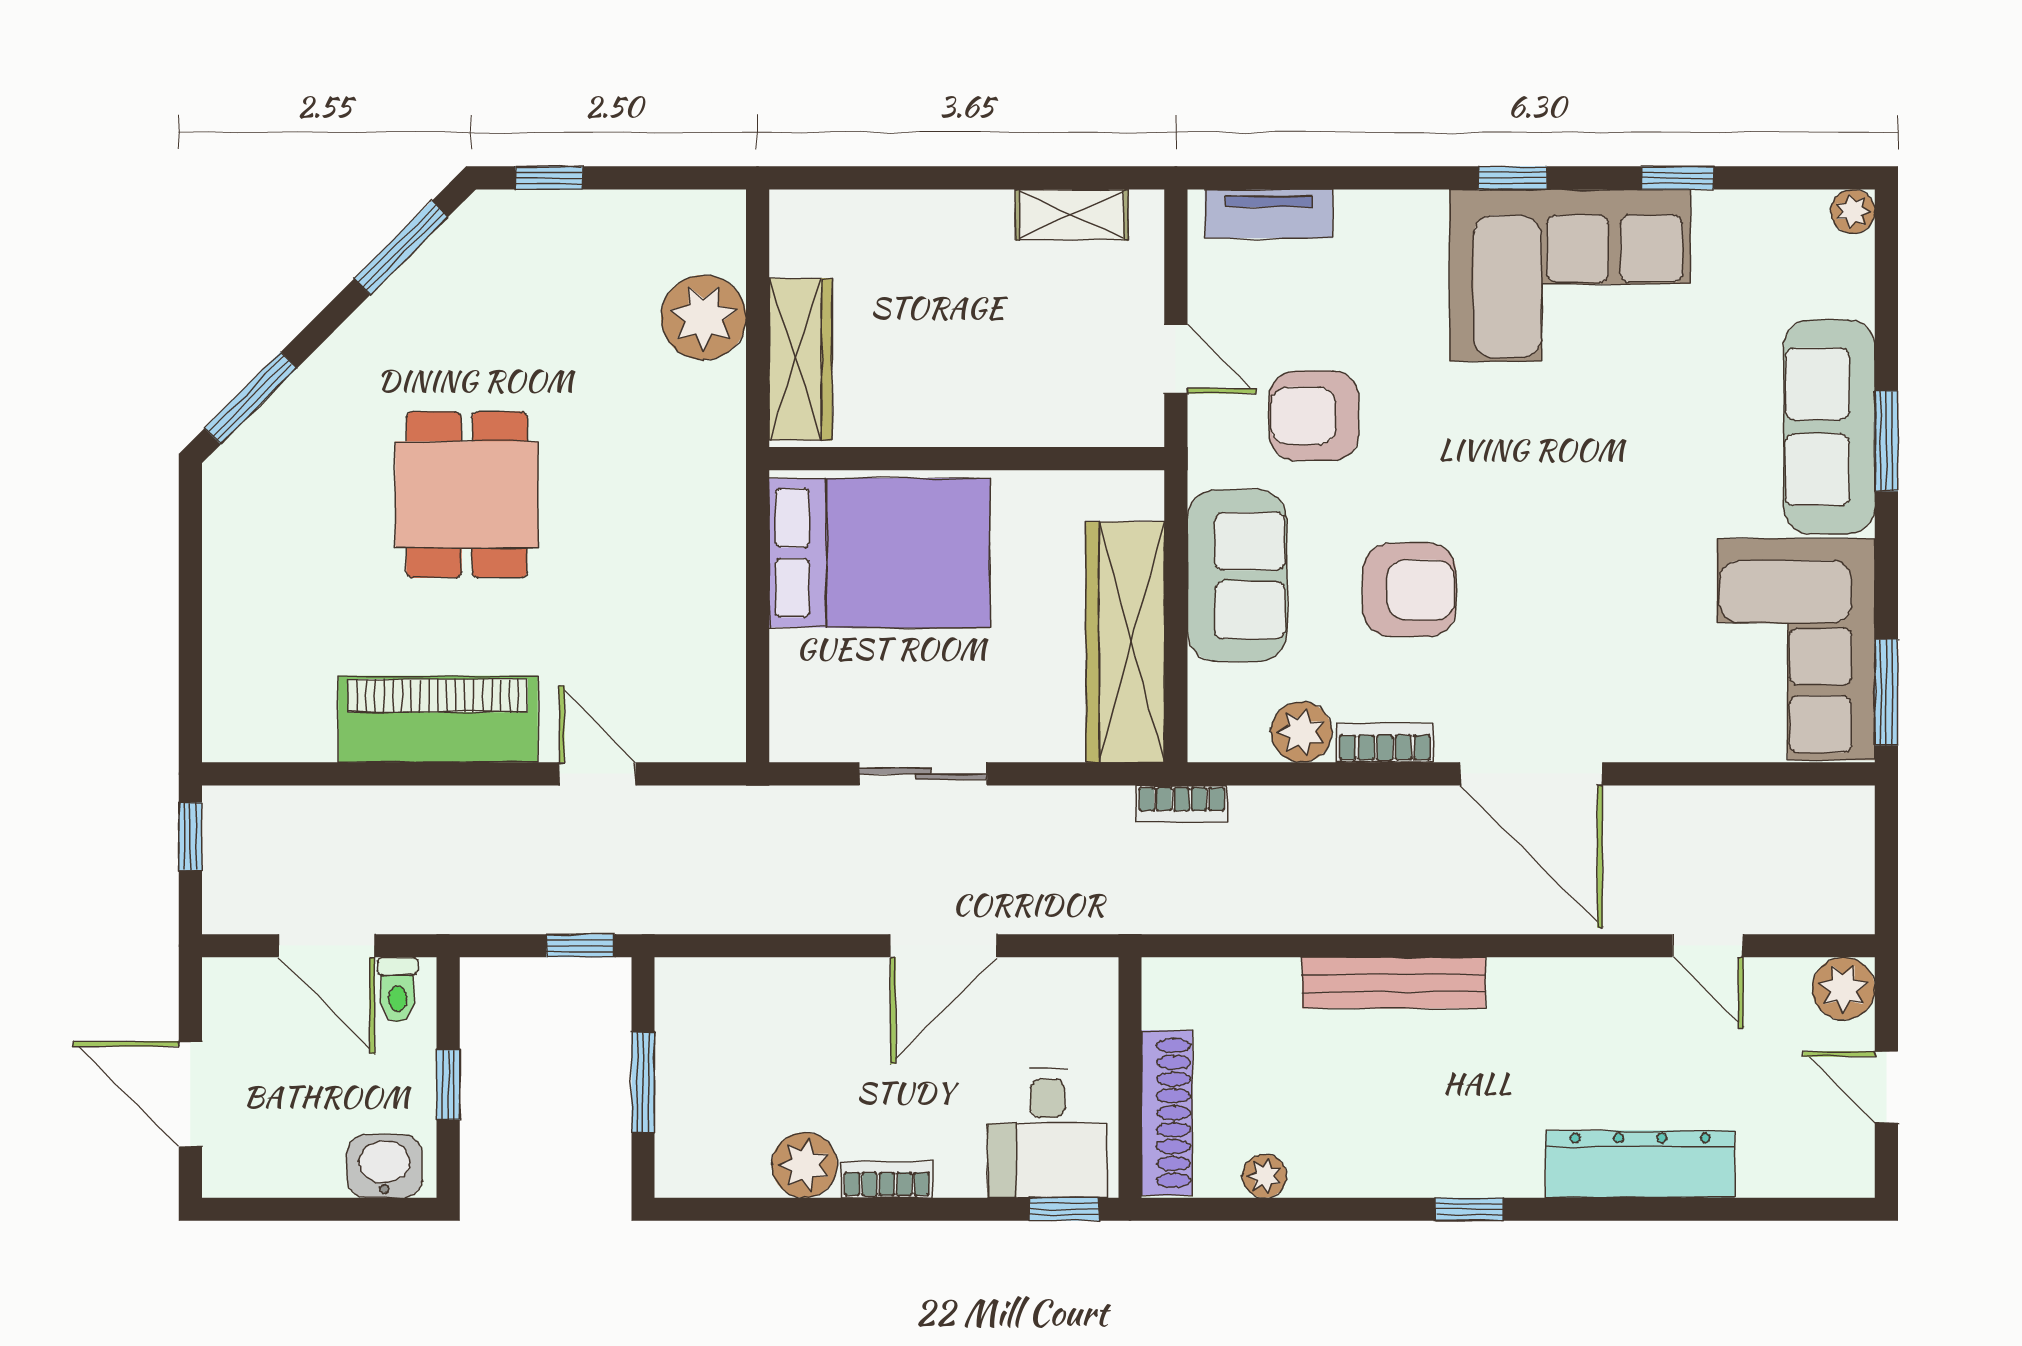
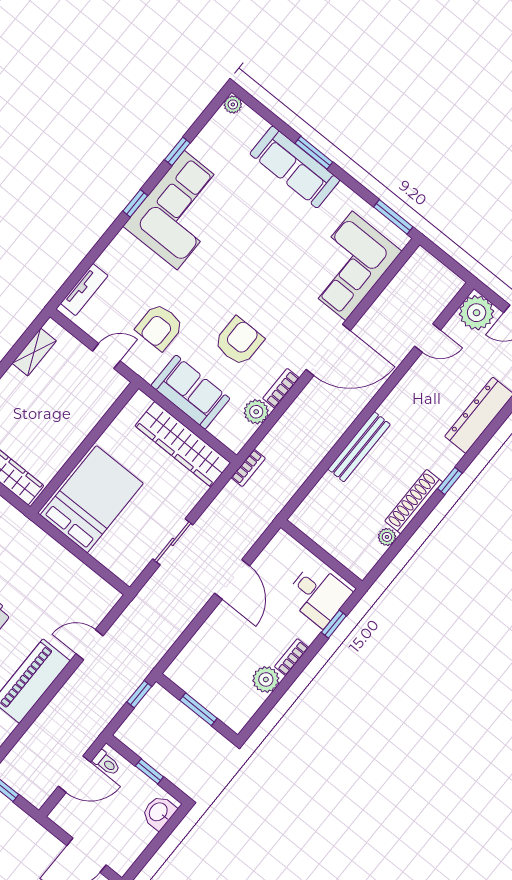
corner sofa: (1796, 649) -> (349, 266), moved, turned 90
plant: (1843, 989) -> (477, 313), width x1.36, depth x1.36
shoe rack: (1167, 1113) -> (414, 502), moved, turned -90
window: (1064, 1209) -> (334, 624), moved

